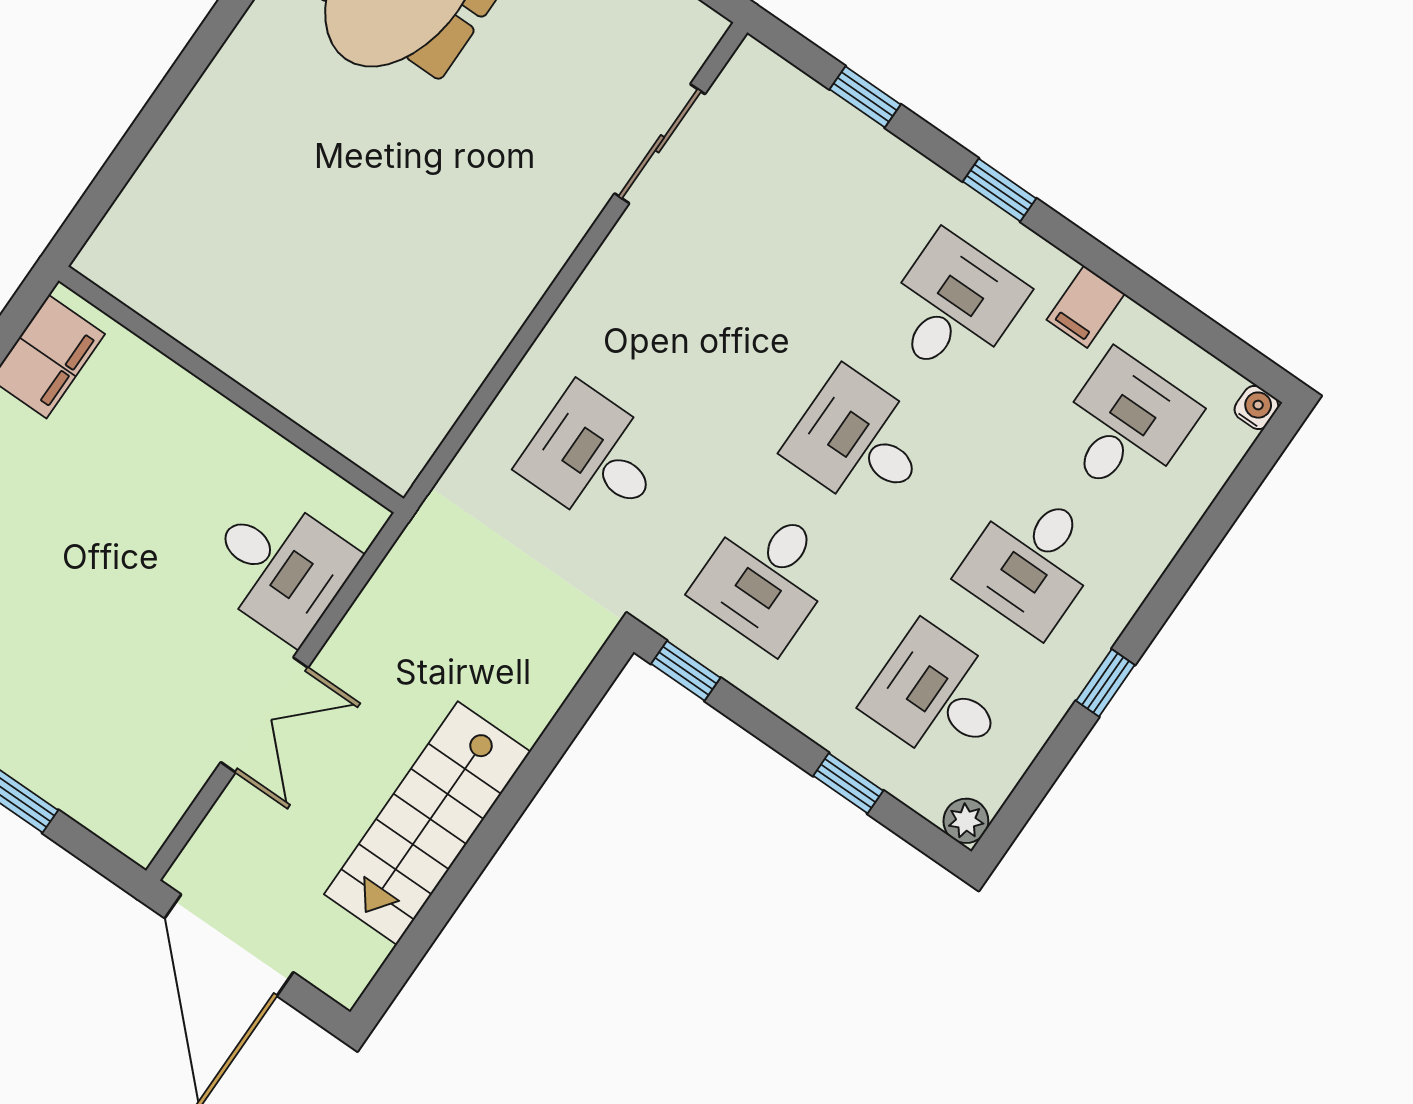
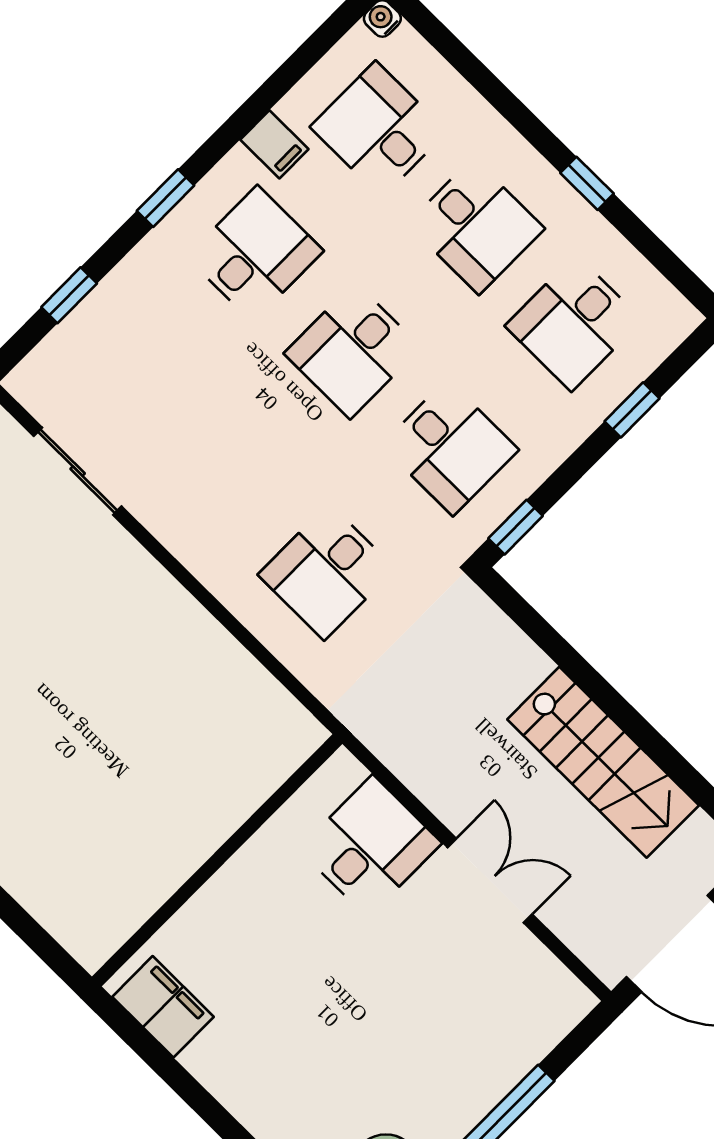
desk: (953, 307) -> (255, 254), turned 90
plant: (966, 821) -> (680, 318), removed

